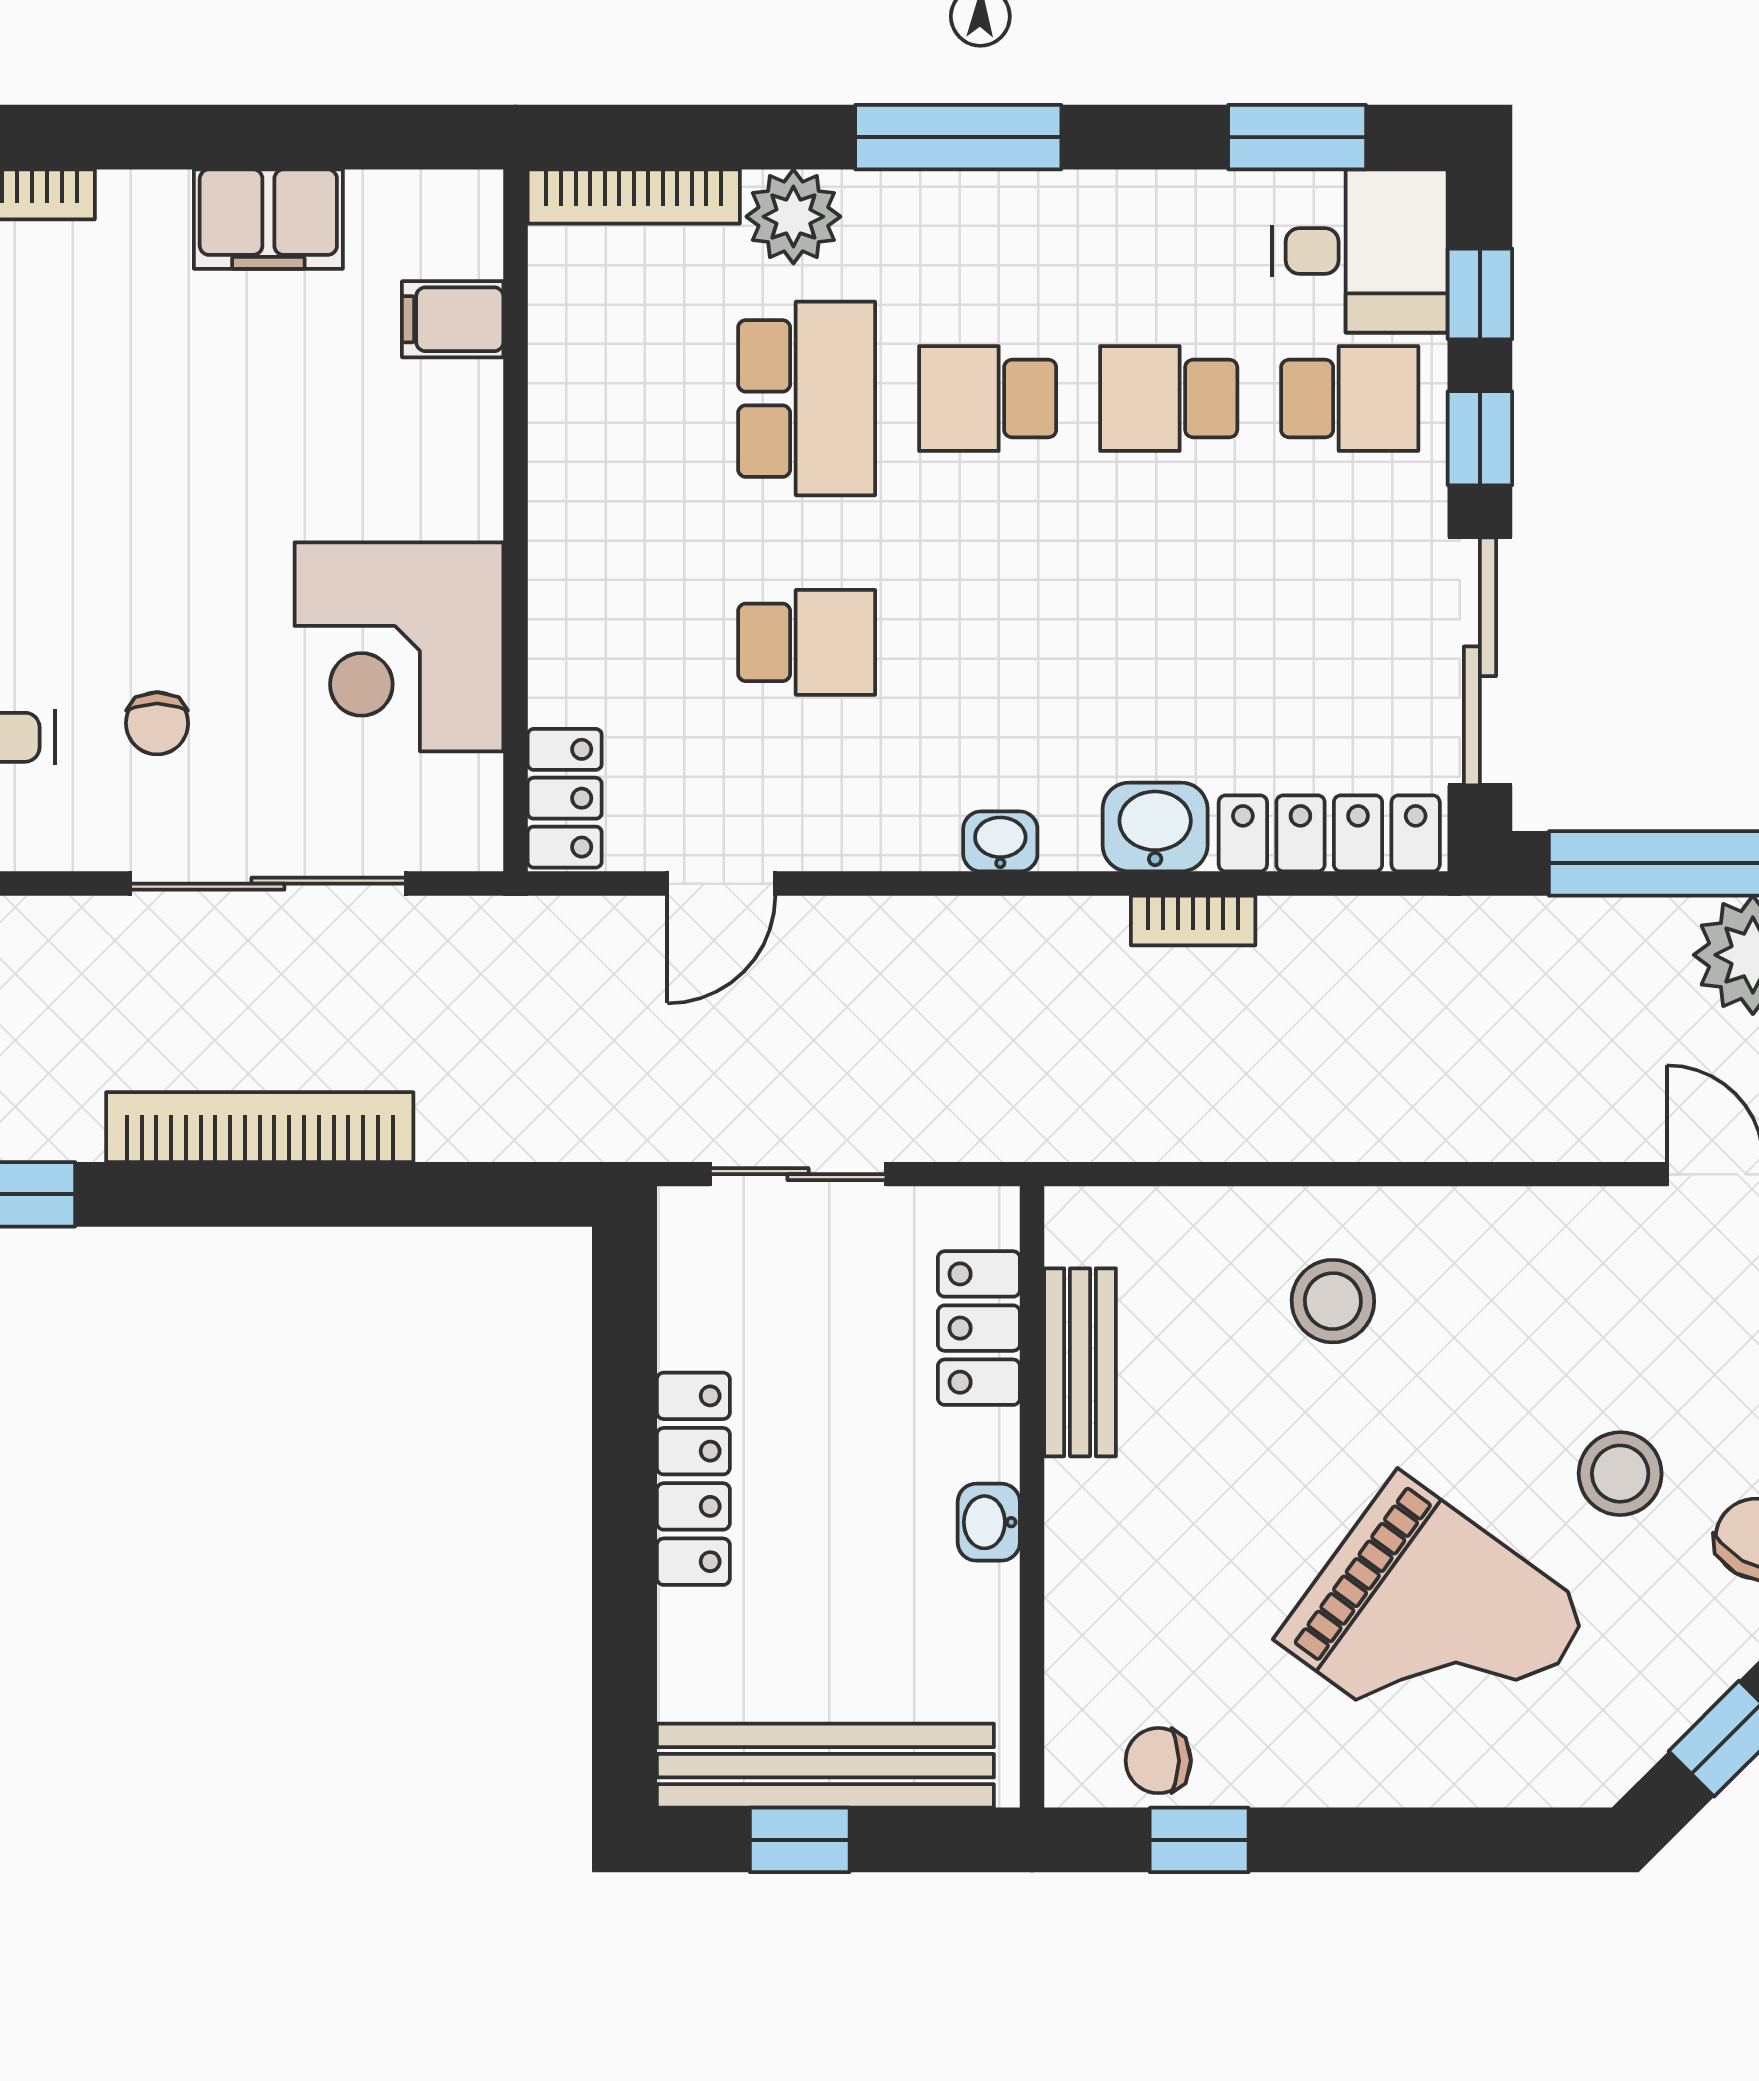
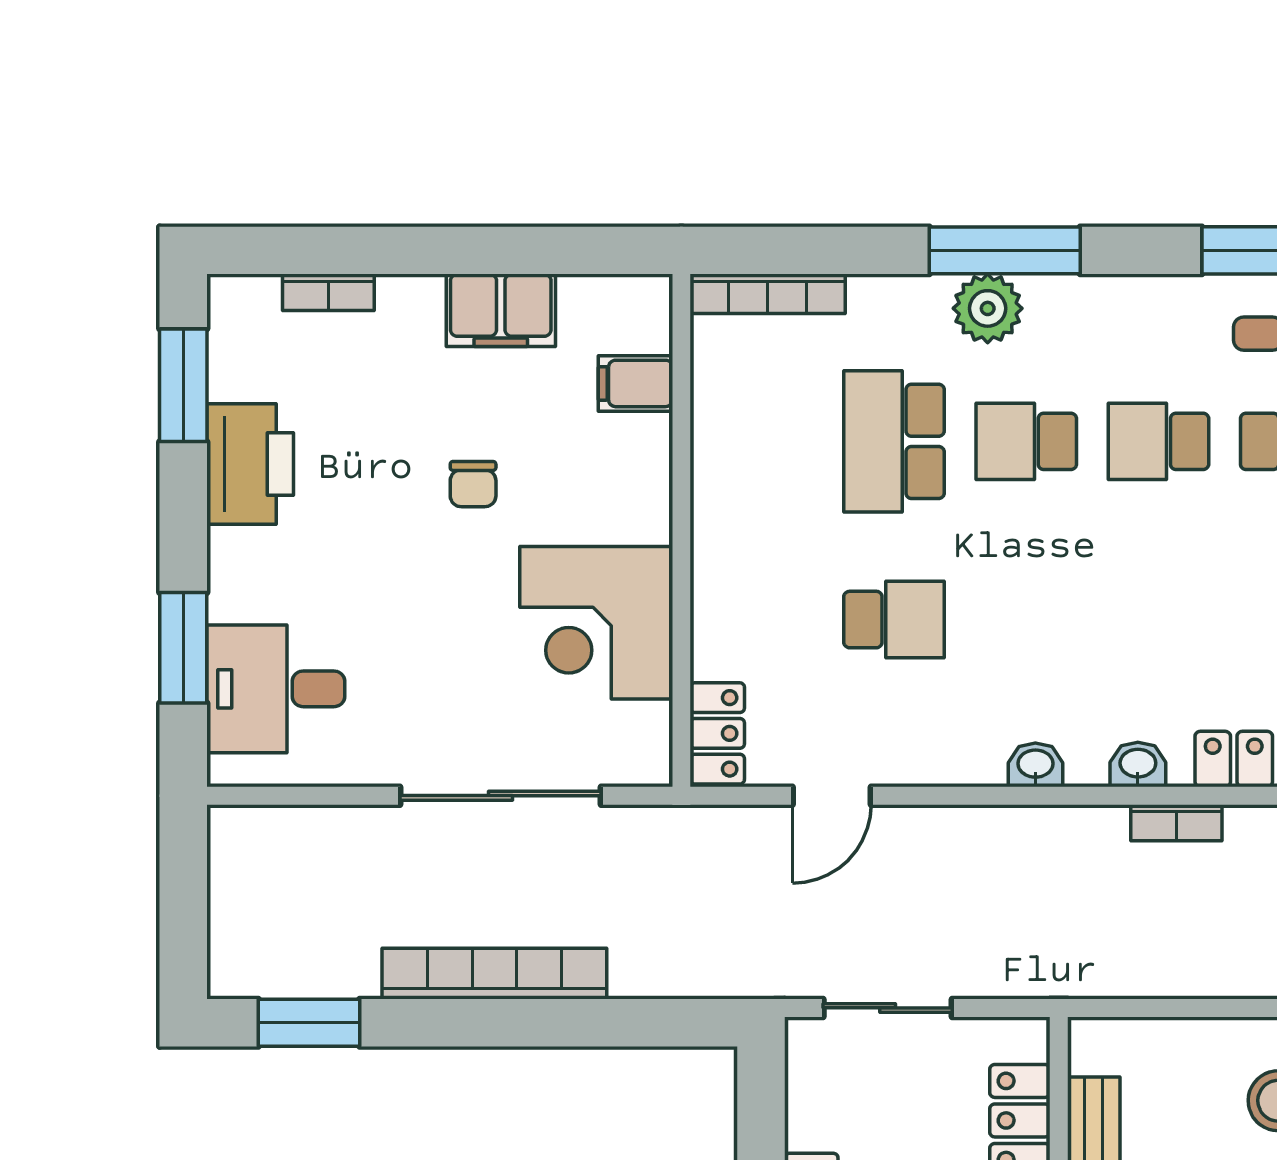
plant: (793, 217) -> (988, 308), moved
school desk: (807, 399) -> (894, 441), turned 180
chair: (157, 723) -> (473, 484), moved
washbasin: (1155, 827) -> (1138, 764), width x0.72, depth x0.69

